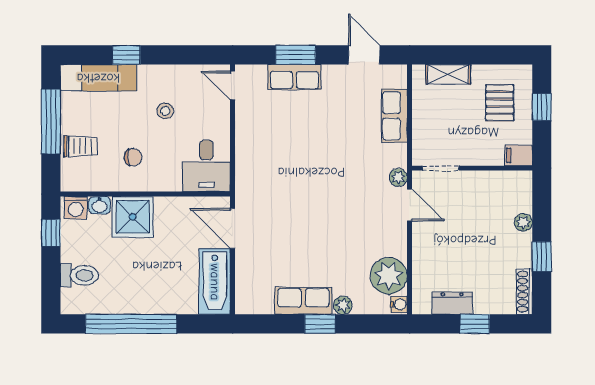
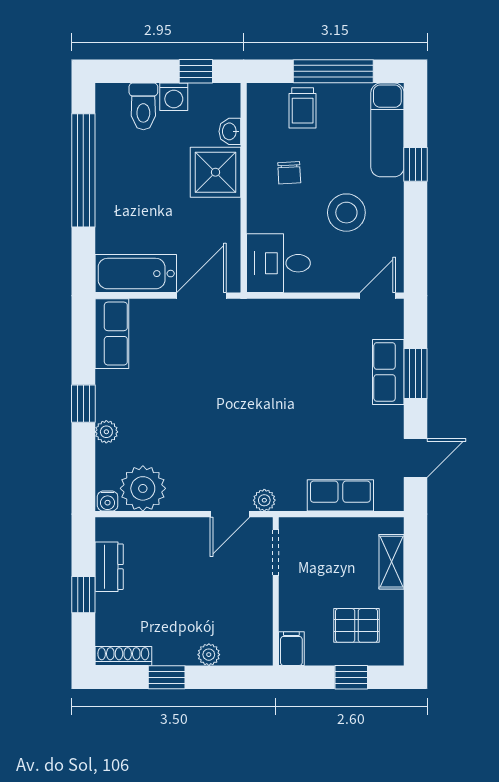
stool: (165, 111) -> (346, 213), width x1.89, depth x1.89
washing machine: (76, 208) -> (174, 97), moved, turned -90
row of seats: (303, 301) -> (112, 334), moved

